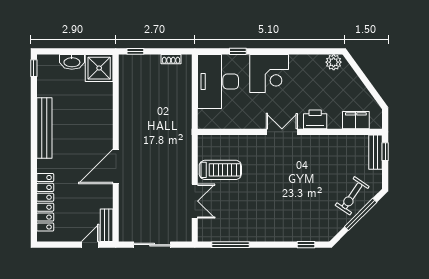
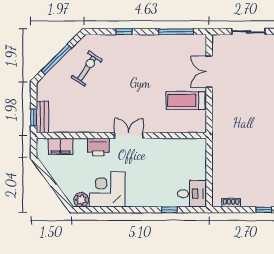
corner desk: (269, 74) -> (107, 189), moved
desk: (218, 82) -> (192, 194), width x0.53, depth x0.77
double door: (282, 132) -> (129, 136), swing flipped
exercise bike: (352, 196) -> (87, 68), moved
window: (306, 245) -> (124, 32), moved

